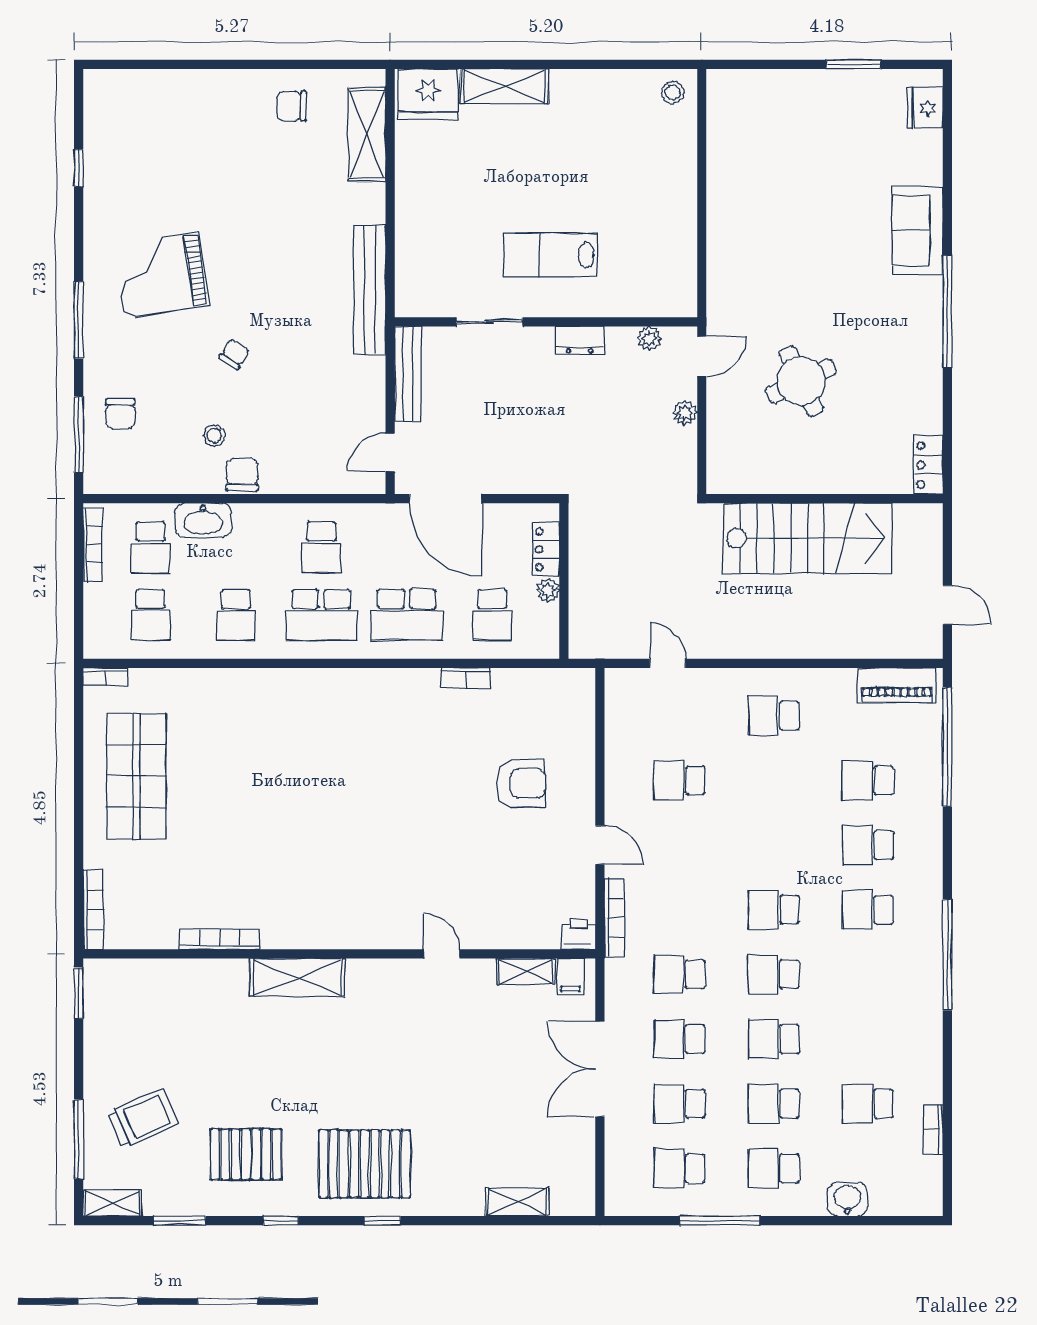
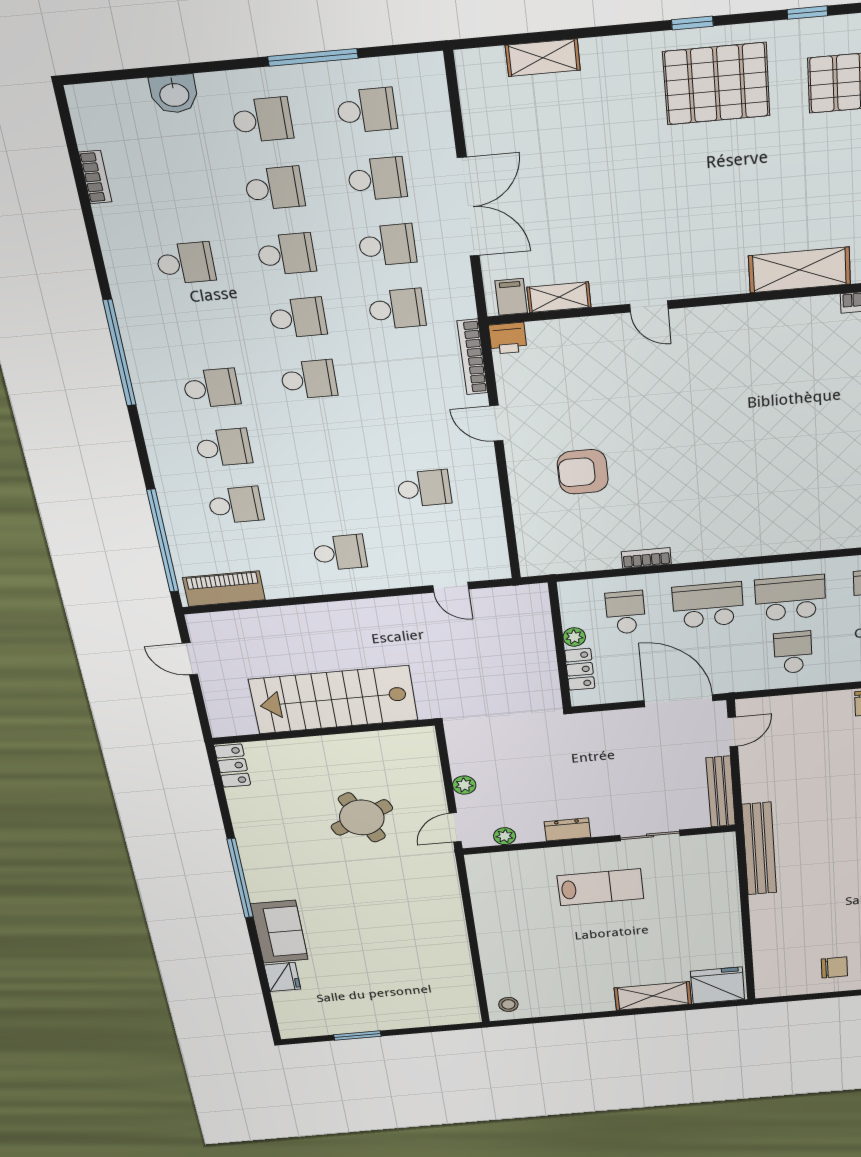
fridge: (925, 108) -> (282, 977), moved
shelving: (367, 134) -> (769, 955), removed
school desk: (868, 1104) -> (186, 263), moved

